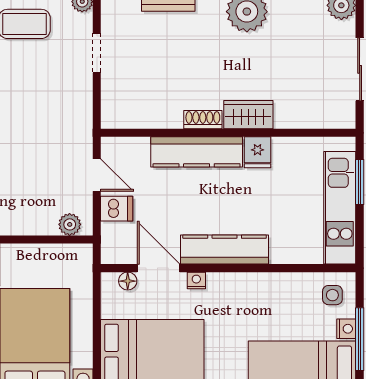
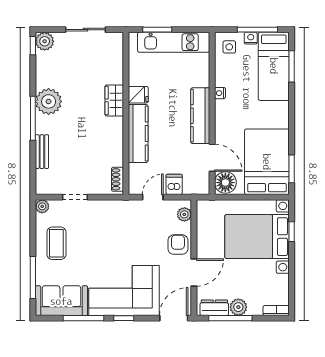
shoe rack: (203, 120) -> (117, 179), moved
armchair: (22, 215) -> (178, 245), added
door: (159, 268) -> (212, 158), swing flipped
nightstand: (196, 280) -> (220, 93), moved
floor lamp: (128, 281) -> (225, 183), width x1.89, depth x1.89

